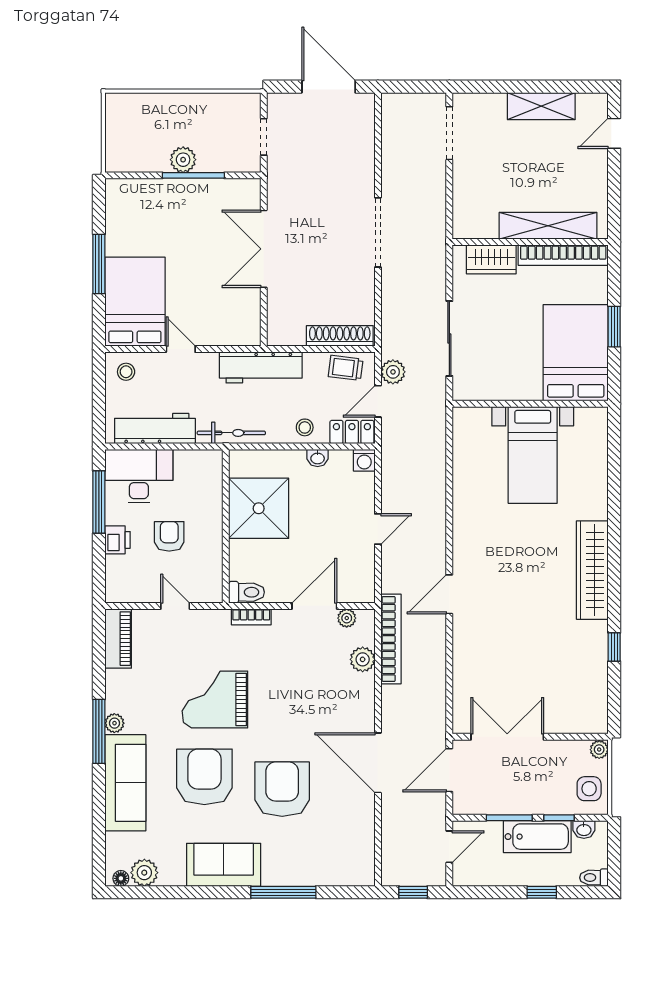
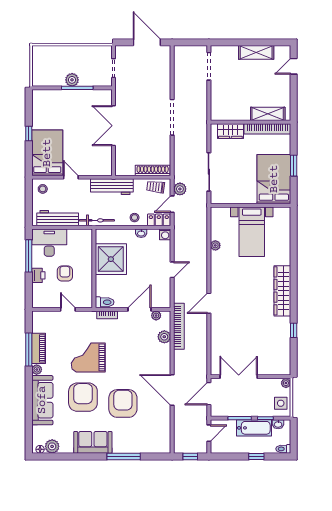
shelving: (548, 226) -> (268, 114), width x0.68
window: (99, 264) -> (29, 134), width x0.46
plant: (462, 482) -> (215, 245), added
piano: (118, 639) -> (39, 348), moved
window: (99, 731) -> (29, 350), moved

